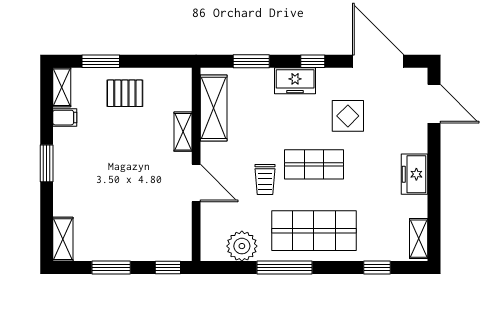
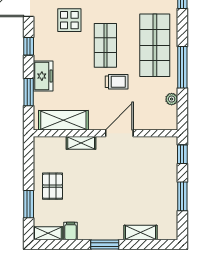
freezer: (295, 81) -> (43, 76), moved
shelving: (63, 239) -> (140, 232), moved
plant: (242, 246) -> (172, 99), width x0.53, depth x0.53

